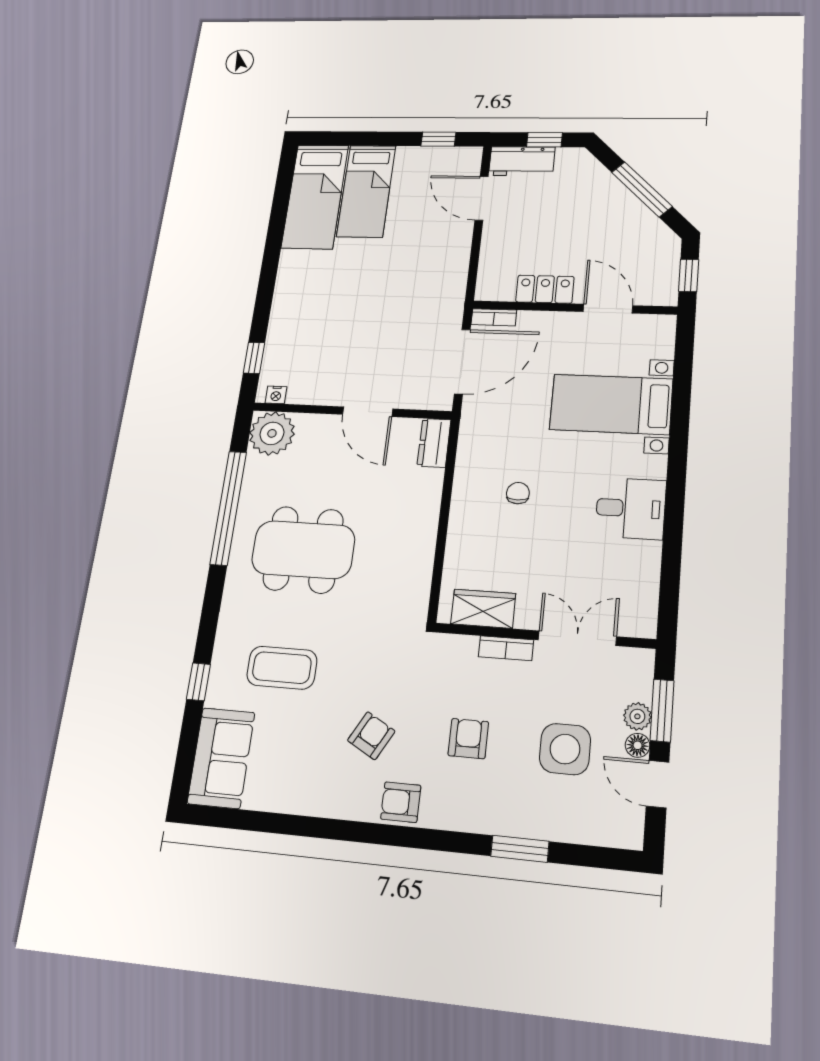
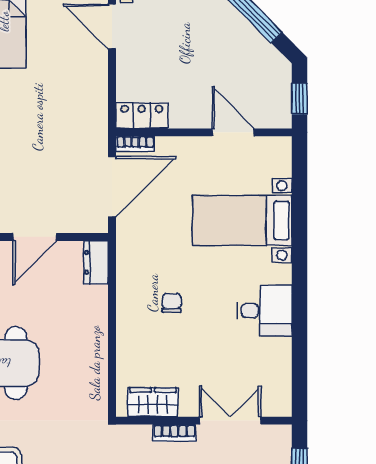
locker: (545, 289) -> (142, 115), moved
door: (368, 412) -> (35, 237), hinge flipped

